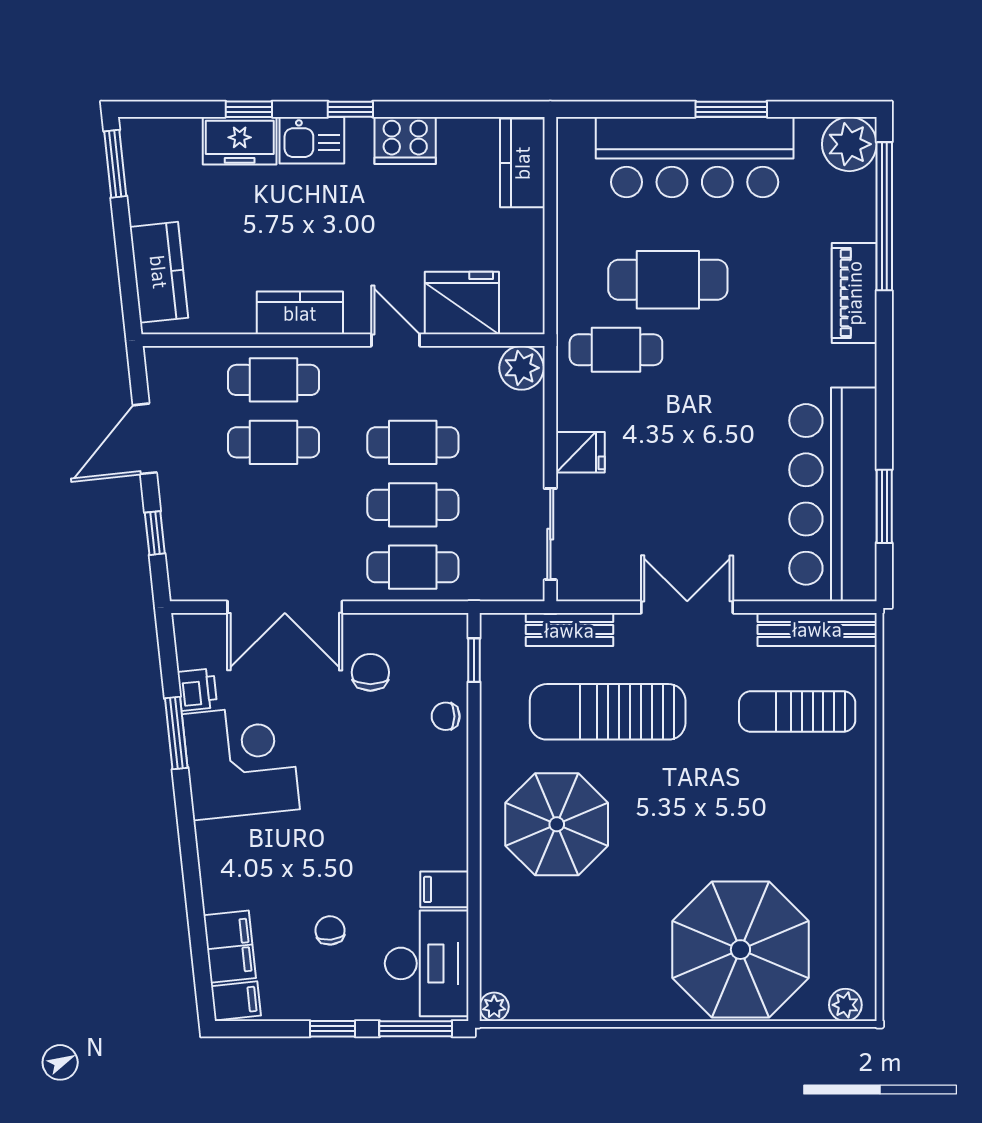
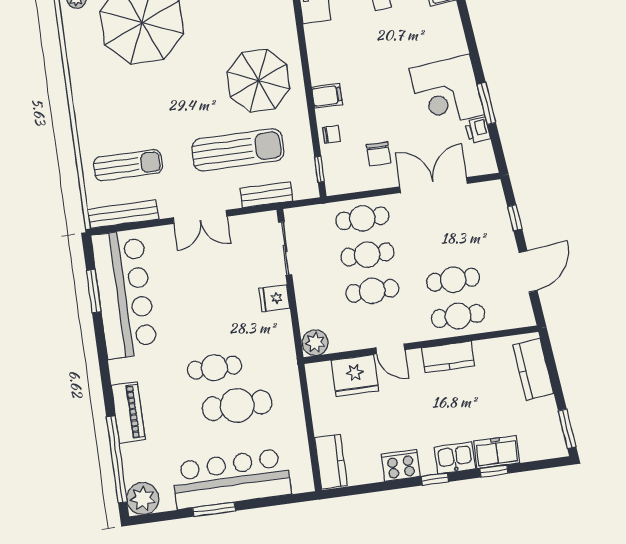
cafe table: (616, 350) -> (214, 368), moved
filing cabinet: (444, 889) -> (327, 96), moved

